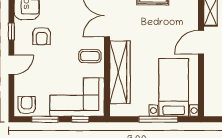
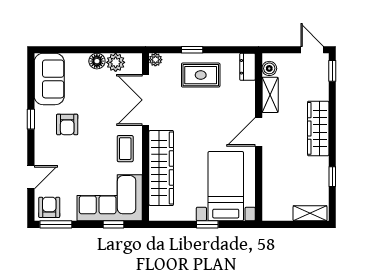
coffee table: (90, 56) -> (125, 149), turned 90
door: (11, 65) -> (31, 177), moved
window: (45, 119) -> (56, 224), moved
window: (158, 119) -> (207, 224), width x0.46

